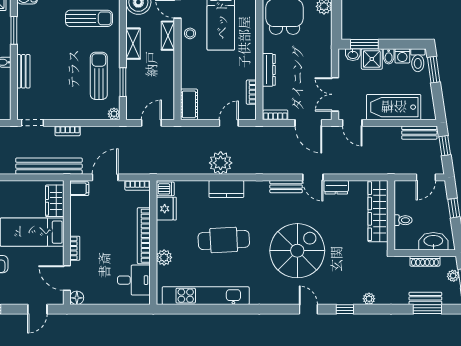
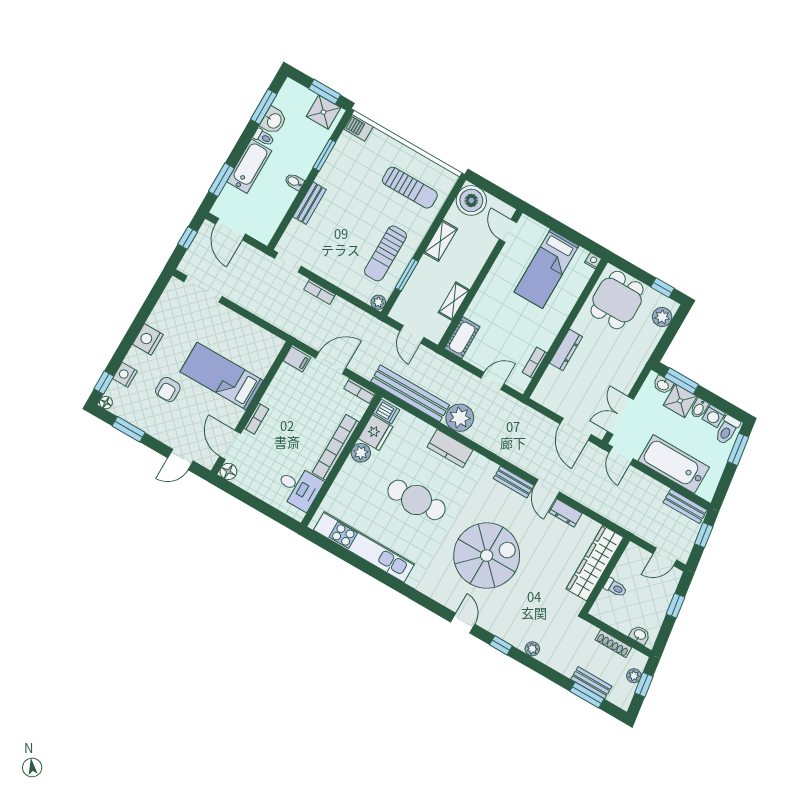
stool: (190, 33) -> (506, 264), removed
shelving: (168, 36) -> (454, 301), moved
sun lounger: (99, 76) -> (385, 253), turned 180
bookcase: (275, 115) -> (546, 401), removed
door: (151, 123) -> (412, 334), swing flipped
bench: (49, 166) -> (410, 393), moved
wardrobe: (55, 201) -> (264, 357), removed
washbasin: (433, 241) -> (640, 635), width x0.52, depth x0.69
plant: (164, 257) -> (361, 453), moved

